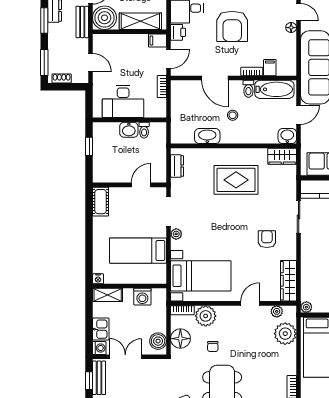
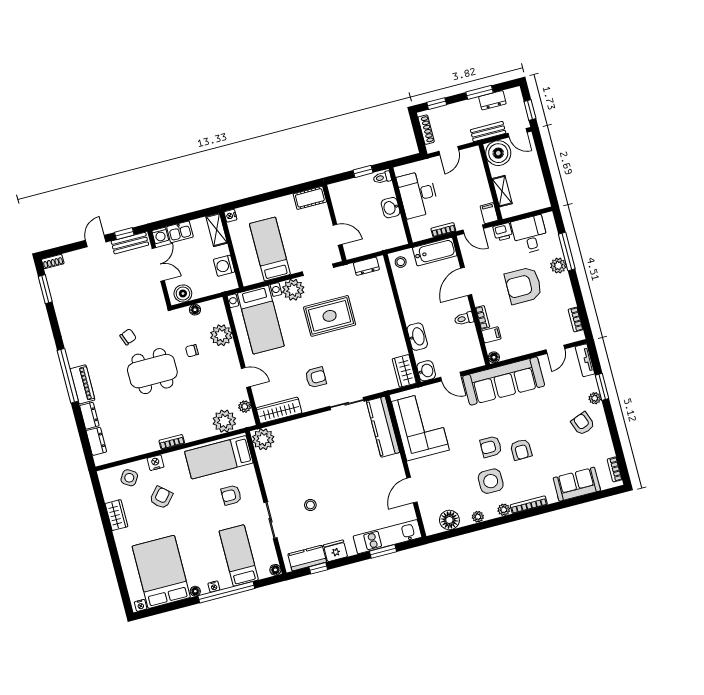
shelving: (140, 21) -> (502, 191), width x0.67, depth x0.75
floor lamp: (291, 28) -> (494, 357), moved
window: (44, 62) -> (437, 104), width x0.67
shoe rack: (62, 78) -> (426, 130), width x1.43
bathtub: (274, 89) -> (435, 252), moved, turned -90
stool: (233, 115) -> (401, 262), moved
toilet: (144, 130) -> (382, 178), moved
washbasin: (207, 136) -> (417, 337), moved
rug: (236, 180) -> (330, 316), moved, turned 90
plant: (176, 234) -> (293, 290), width x1.87, depth x1.87
plant: (306, 307) -> (263, 439), width x1.88, depth x1.88
bookcase: (182, 310) -> (221, 310), removed
floor lamp: (180, 339) -> (195, 310), width x0.53, depth x0.53

